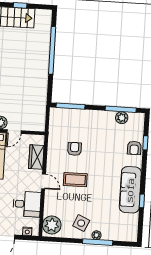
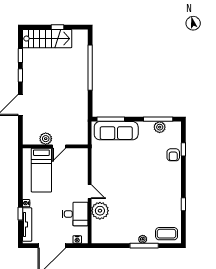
armchair: (75, 149) -> (117, 159), removed
wardrobe: (36, 157) -> (81, 169), removed
coffee table: (75, 180) -> (167, 234), moved
sofa: (130, 190) -> (116, 131), moved, turned -90
side table: (81, 223) -> (128, 229), removed
plant: (52, 225) -> (100, 211), moved

